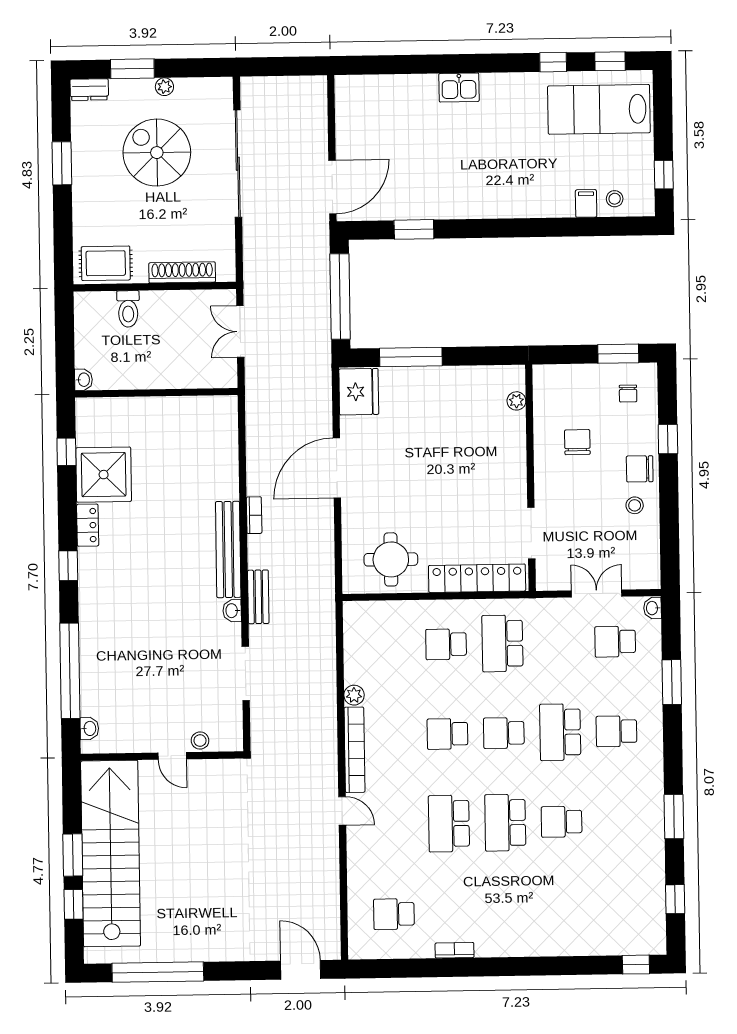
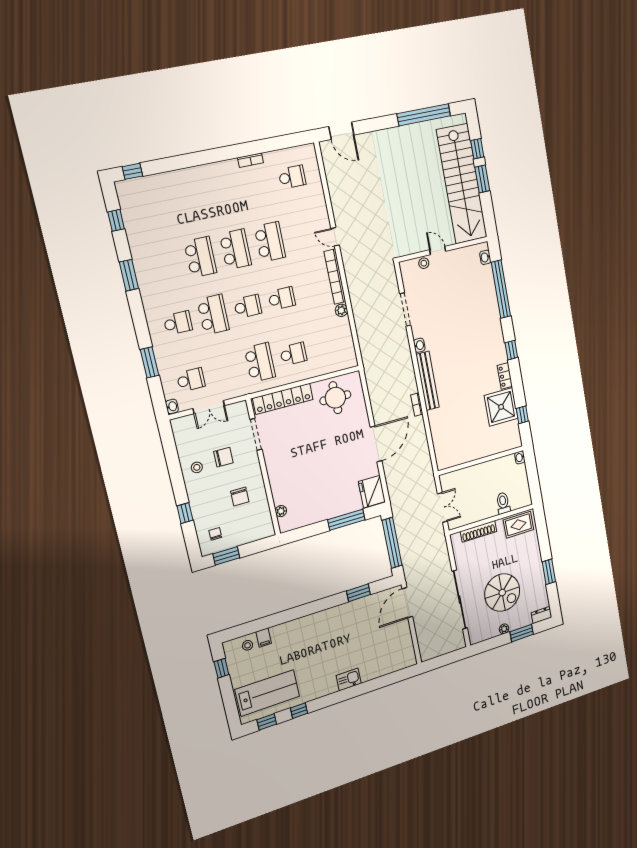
chair: (640, 469) -> (223, 457), moved
bench: (258, 597) -> (406, 357), removed
school desk: (562, 822) -> (200, 257), width x1.85

